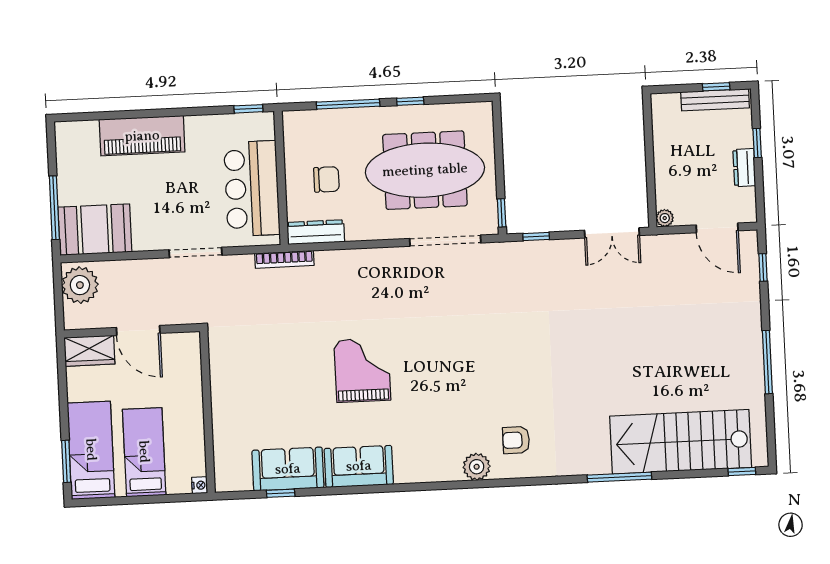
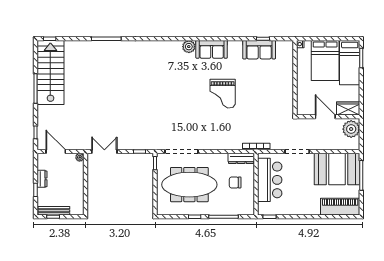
piano: (142, 136) -> (340, 207), moved
booth: (95, 230) -> (337, 169), width x1.36, depth x1.42
plant: (80, 285) -> (351, 129), moved
armchair: (516, 440) -> (153, 58), removed
stairs: (681, 442) -> (50, 72), moved, turned -90
bed: (144, 452) -> (325, 60), width x1.50
sofa: (359, 466) -> (212, 49), moved
plant: (477, 467) -> (189, 47), moved

